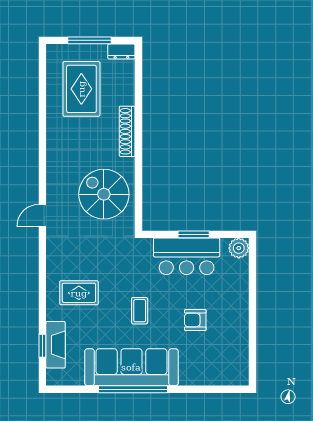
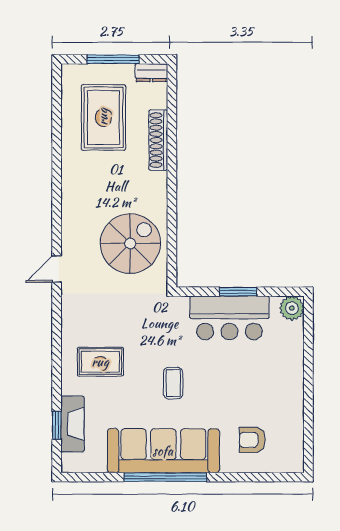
shoe rack: (127, 131) -> (158, 140), moved
spiral stairs: (104, 194) -> (130, 244), turned 90
armchair: (195, 320) -> (252, 440), moved

